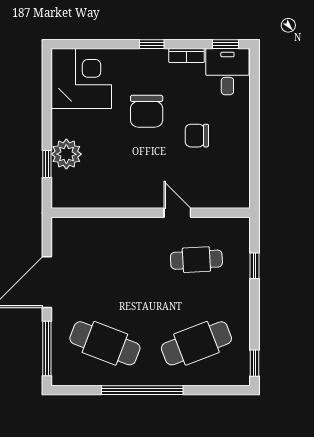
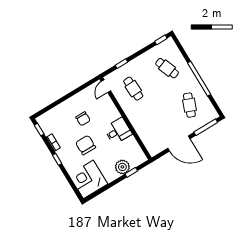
desk: (227, 72) -> (118, 131), moved, turned 180
chair: (147, 111) -> (86, 145), turned -90
door: (177, 213) -> (106, 86), moved
cafe table: (105, 343) -> (189, 105), width x0.73, depth x0.74
cafe table: (196, 343) -> (167, 68), width x0.73, depth x0.74

